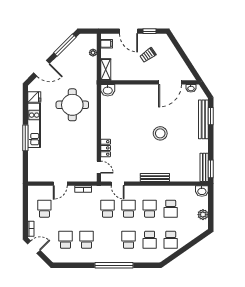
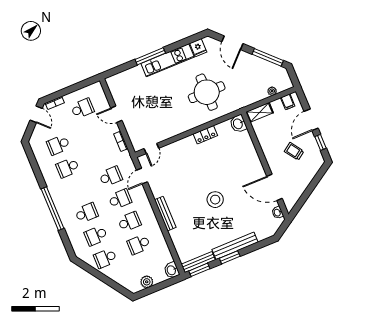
window: (211, 116) -> (230, 257), moved
bench: (203, 119) -> (235, 246), moved
locker: (106, 148) -> (205, 135), moved
school desk: (65, 240) -> (58, 145), turned 180
school desk: (86, 240) -> (68, 168), turned 180

